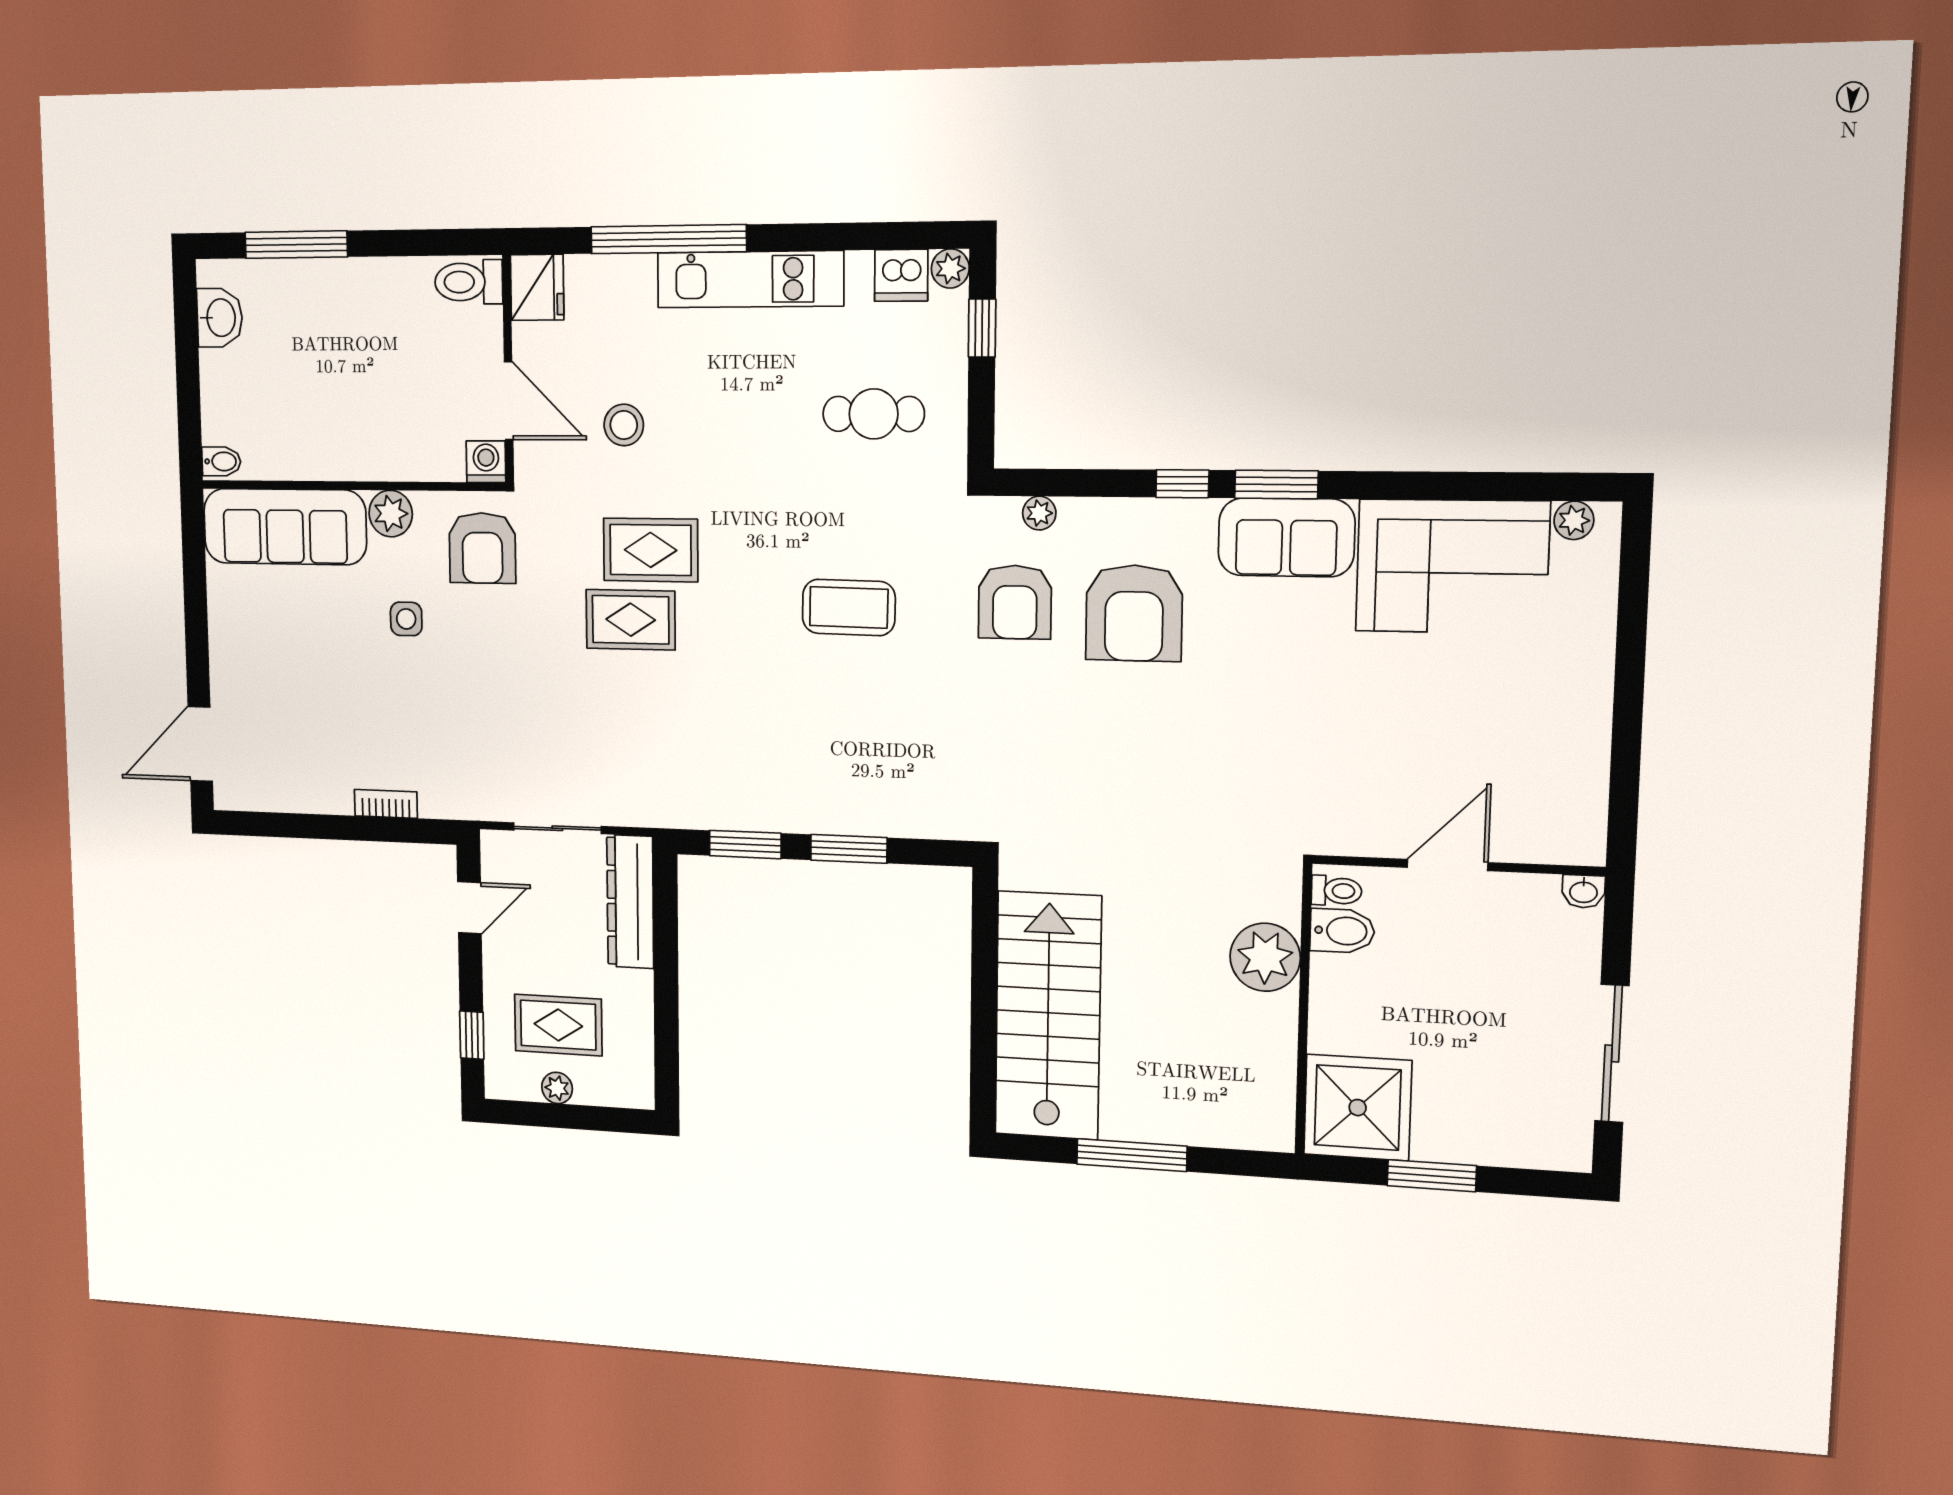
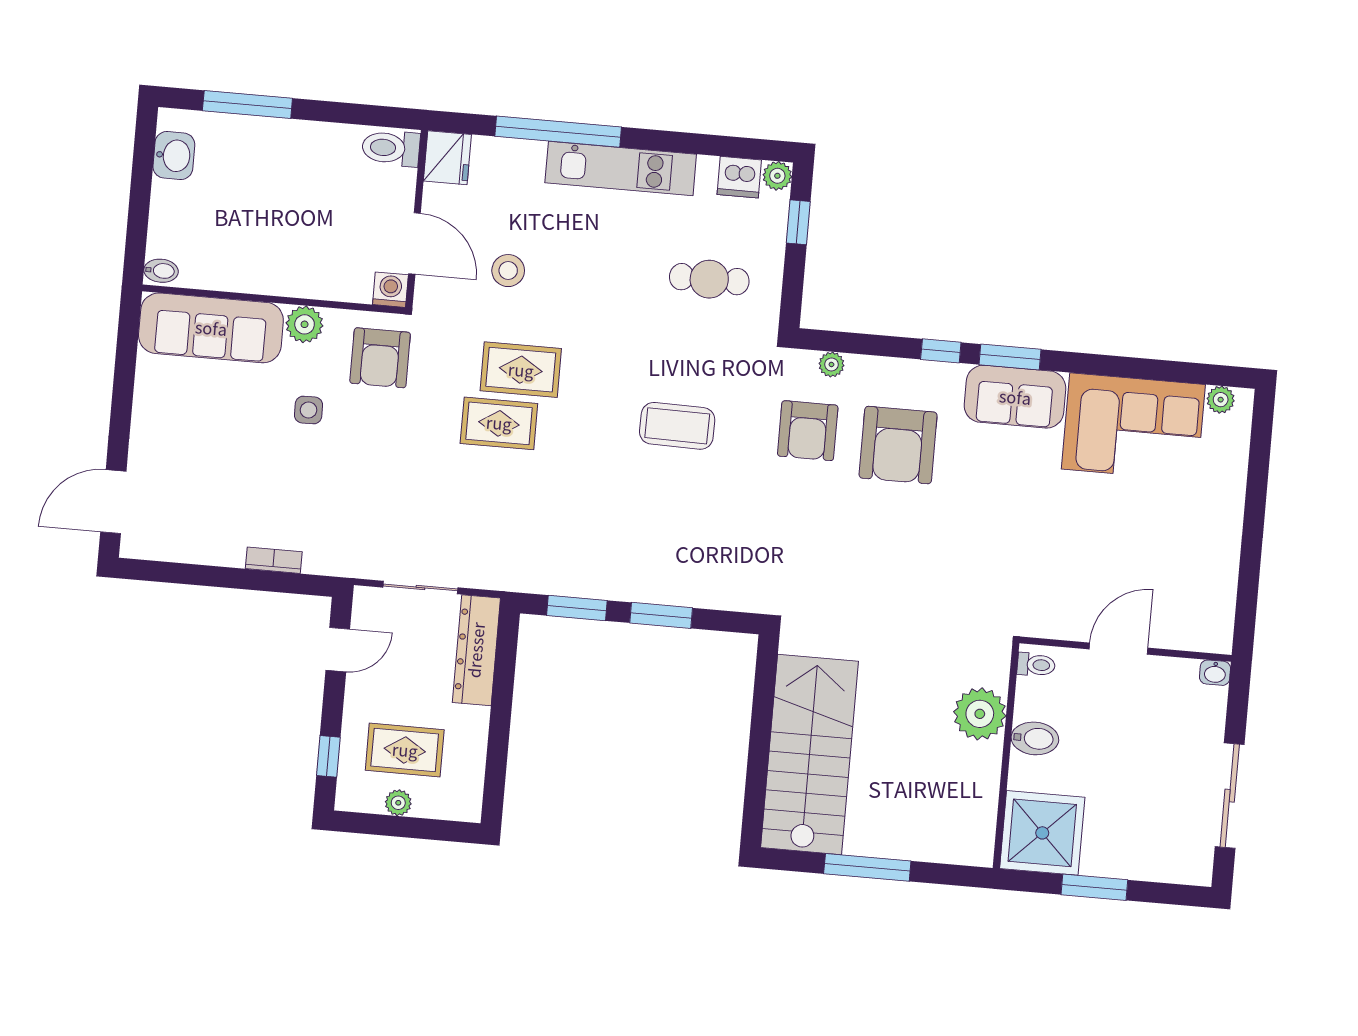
bidet: (1342, 931) -> (1035, 738), moved

